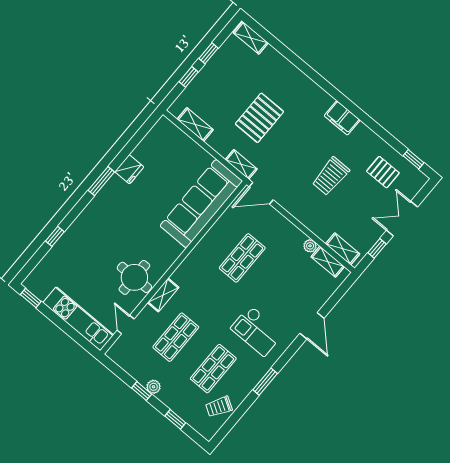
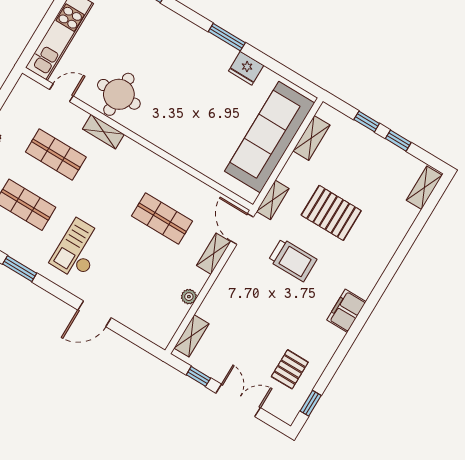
trolley: (331, 176) -> (293, 260), moved, turned 180
sofa: (201, 204) -> (270, 137), moved, turned -90
shelving: (328, 262) -> (214, 254), moved

